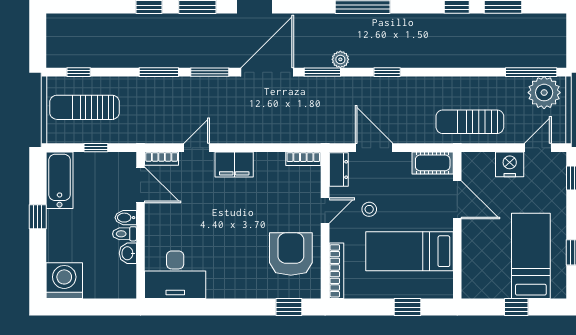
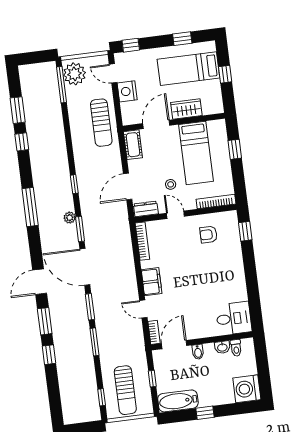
bookcase: (303, 159) -> (142, 241), width x1.56
toilet: (124, 234) -> (236, 348), moved
wardrobe: (474, 246) -> (186, 109), added
armchair: (291, 254) -> (208, 235), width x0.53, depth x0.53
desk: (175, 275) -> (234, 318), width x0.73

